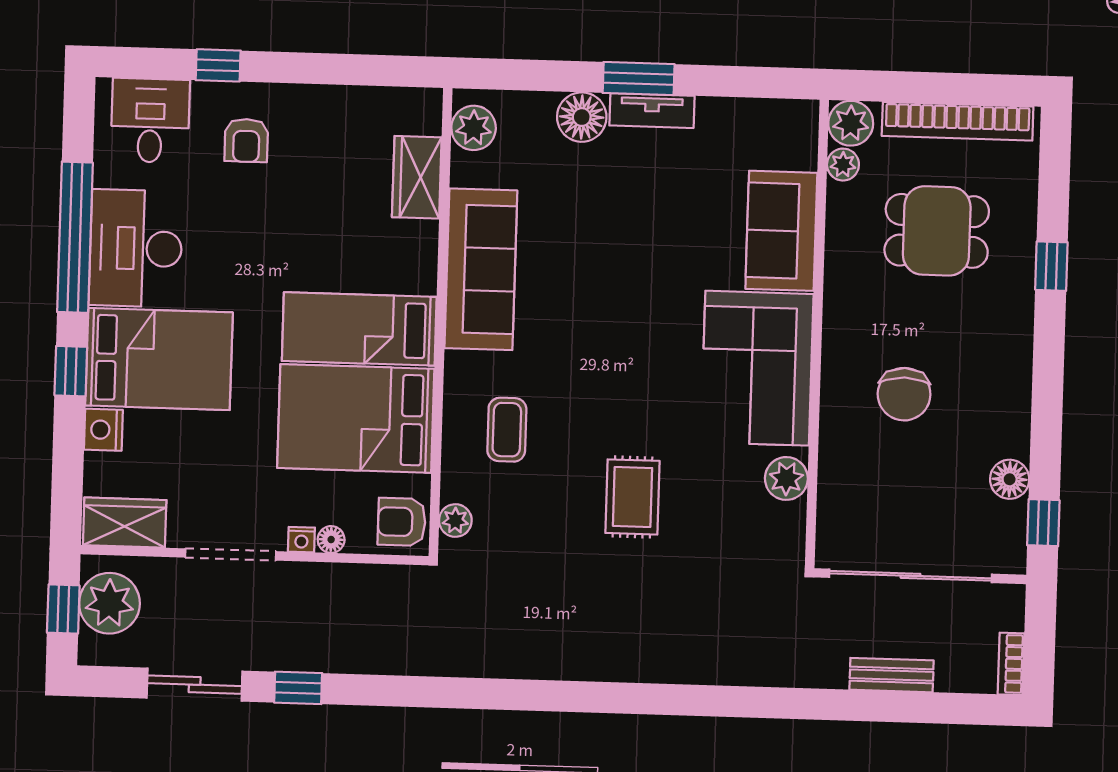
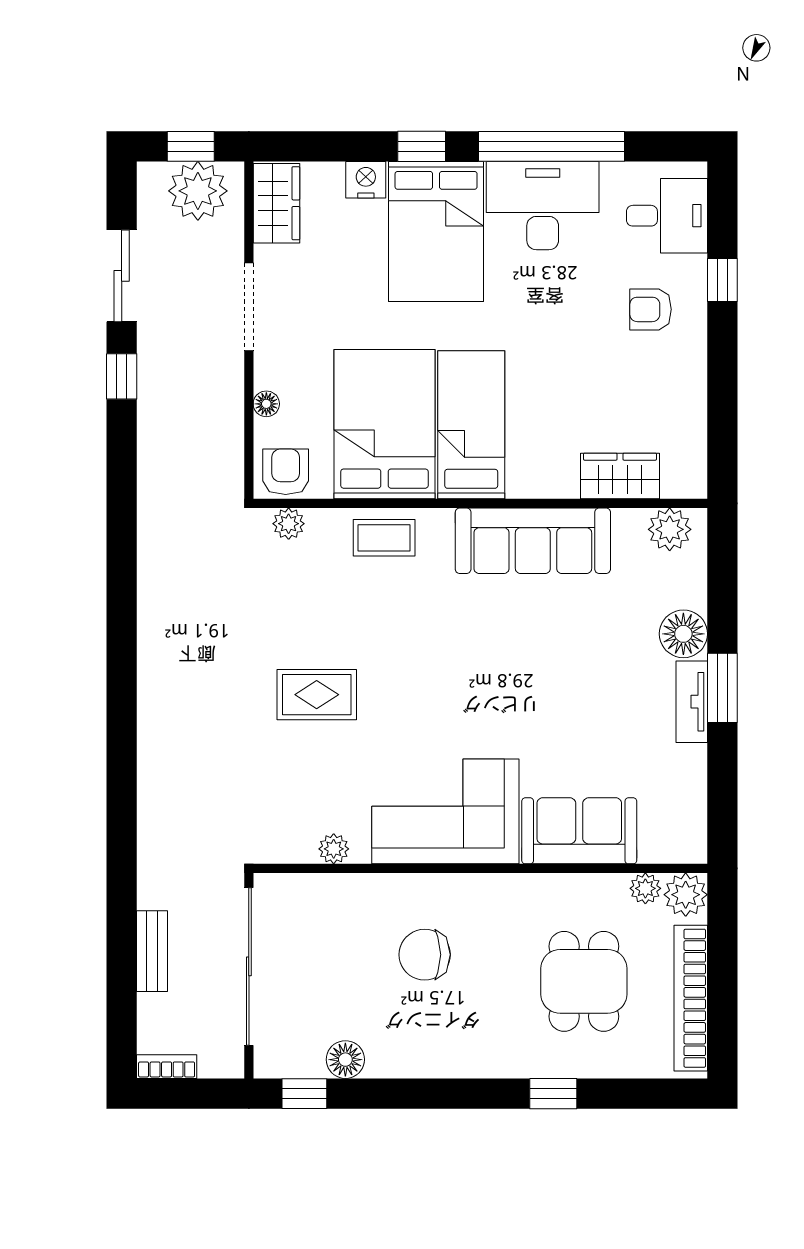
coffee table: (507, 430) -> (384, 538), moved
plant: (786, 478) -> (334, 849), width x0.73, depth x0.73
nightstand: (301, 540) -> (265, 375), removed

